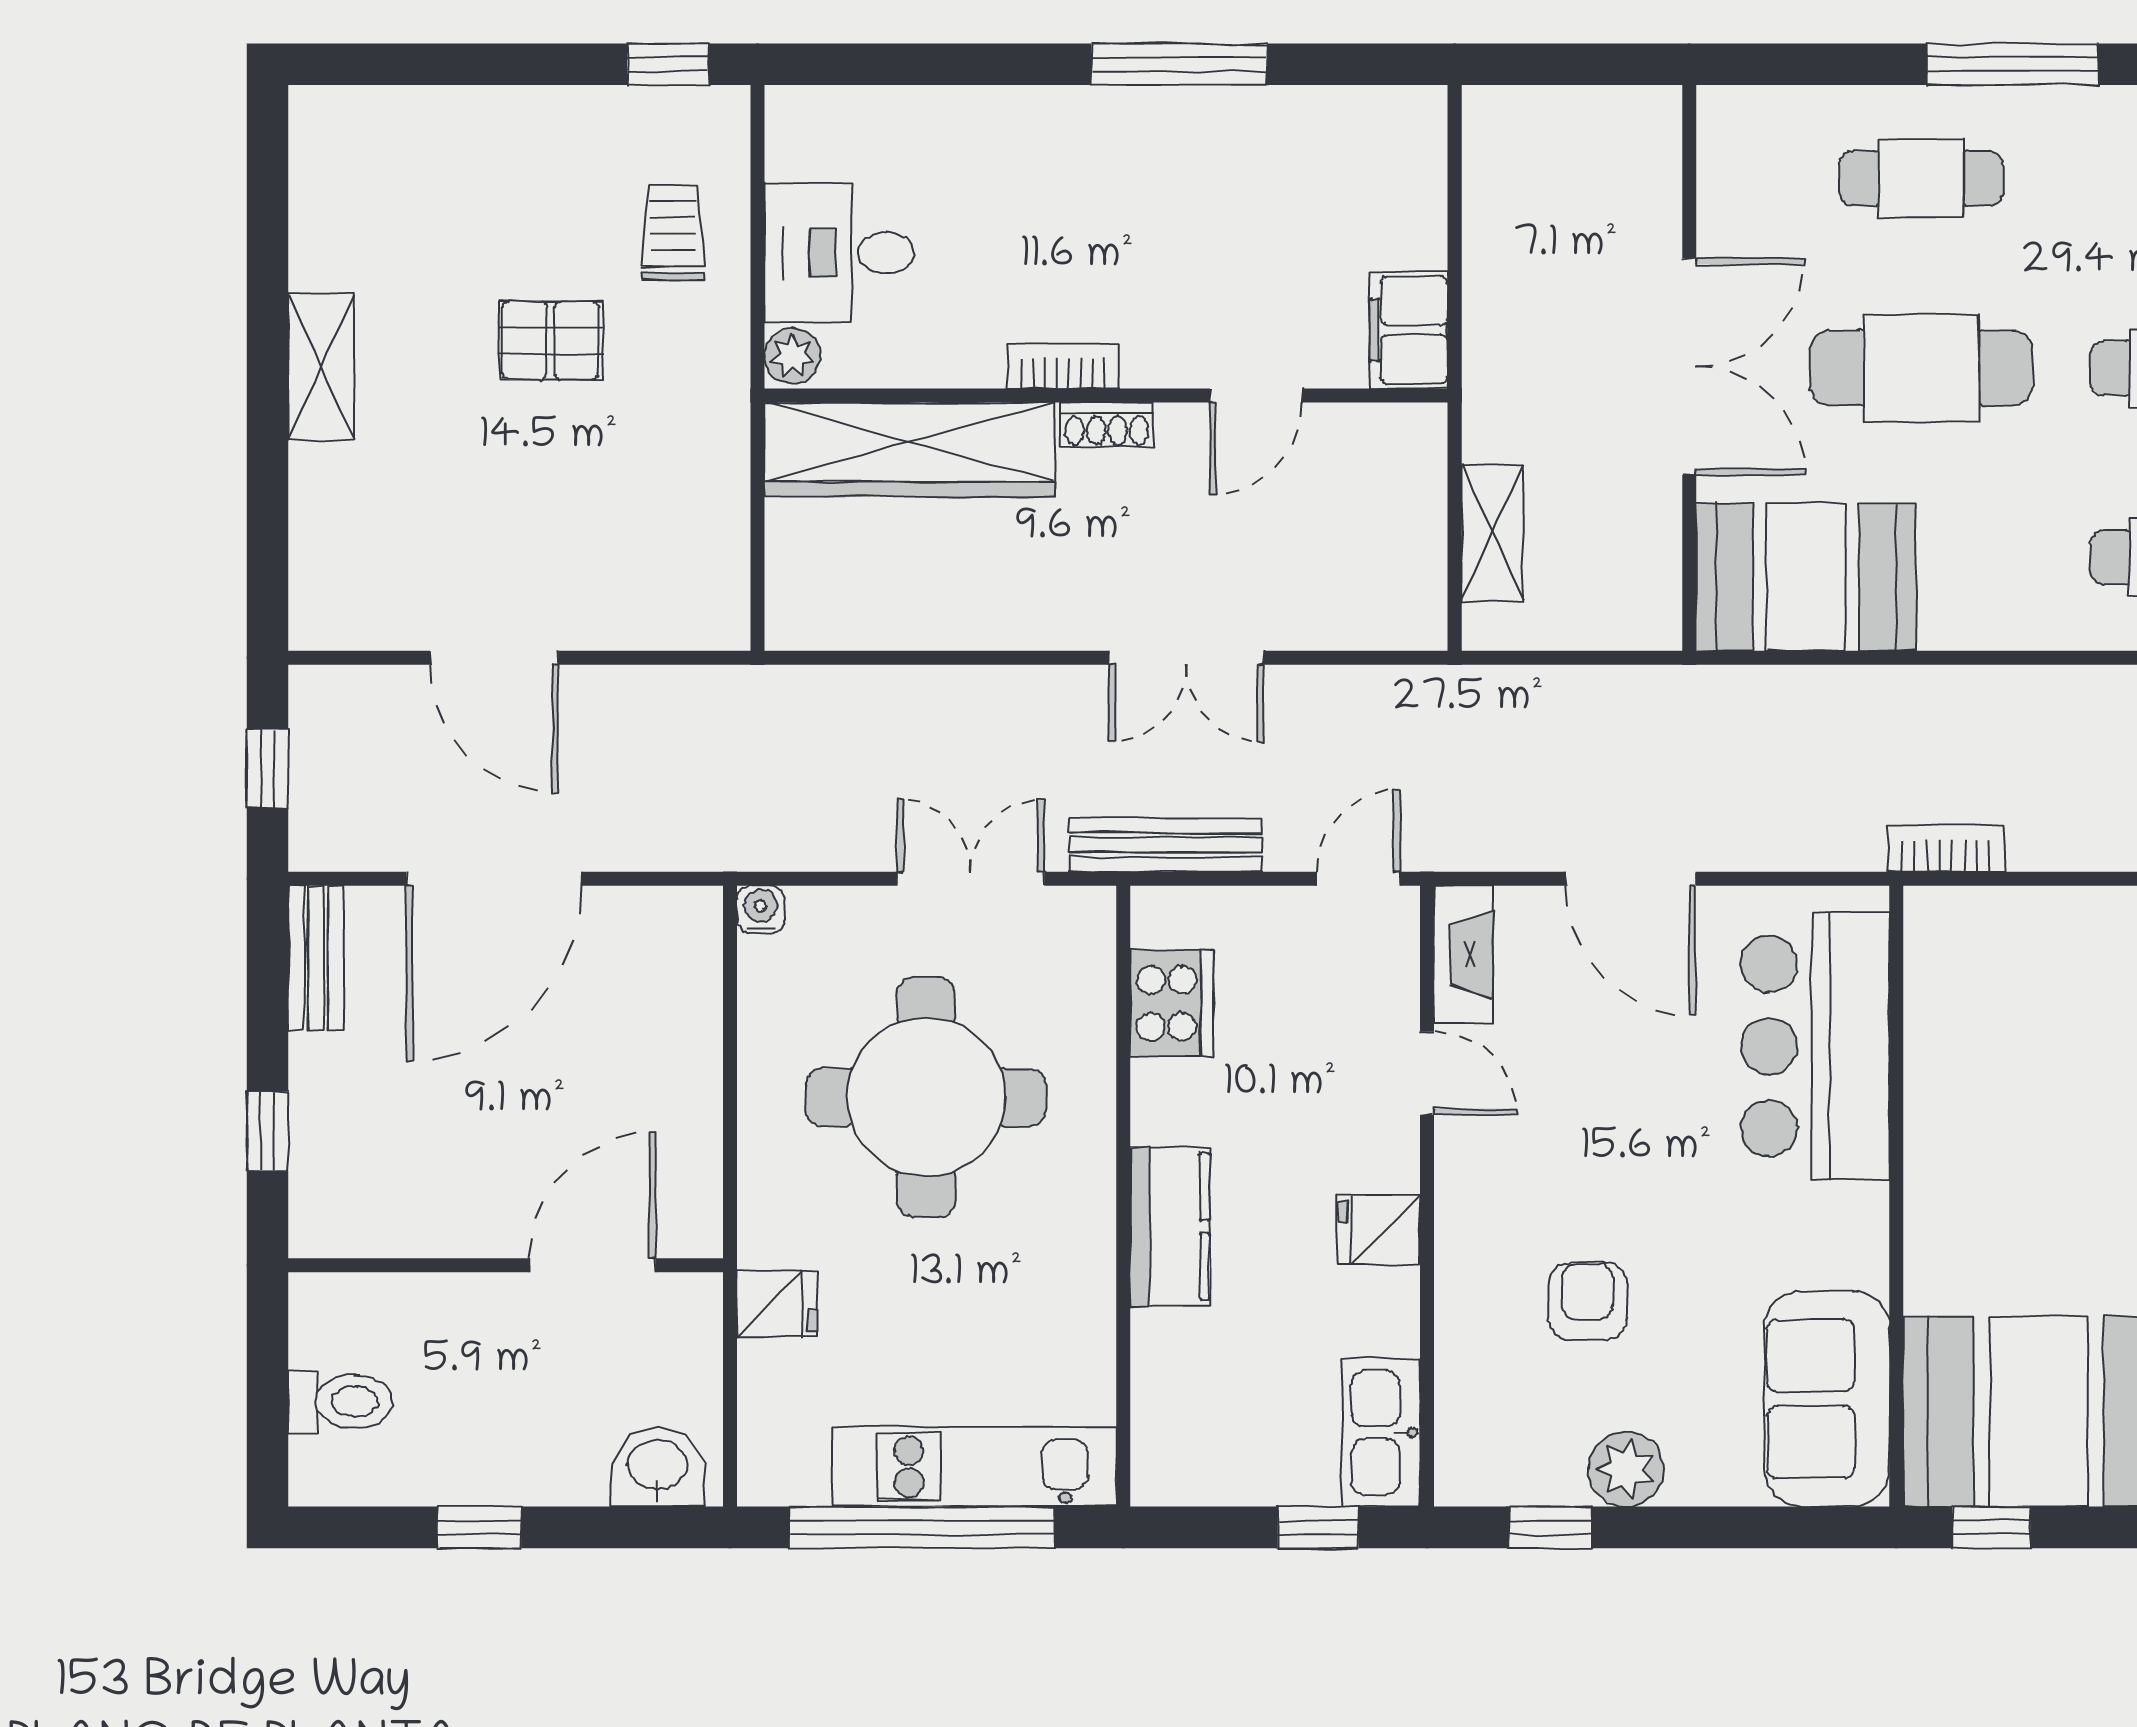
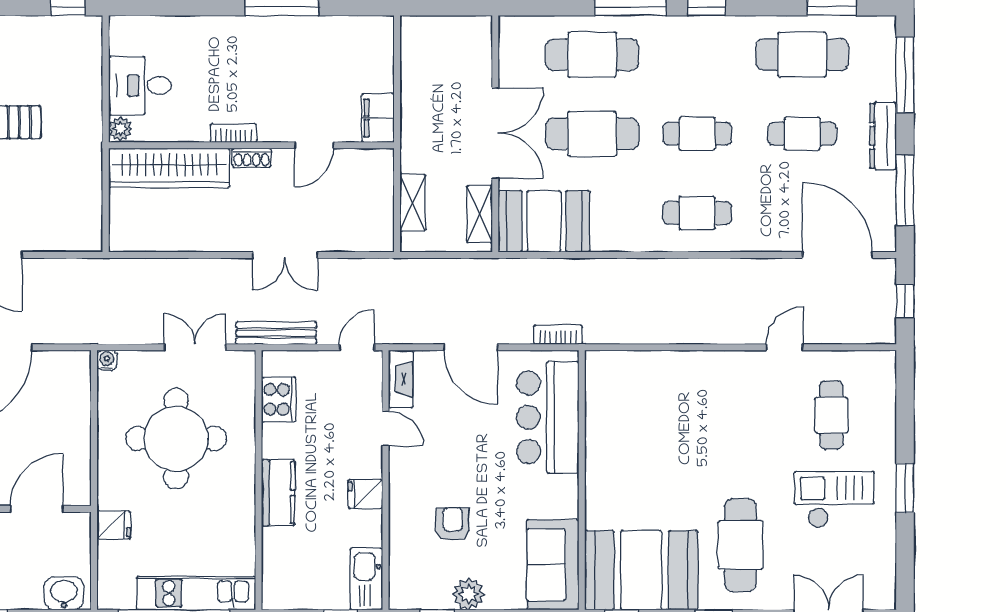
cafe table: (1921, 179) -> (592, 55), width x1.37, depth x1.35
trolley: (673, 233) -> (70, 77), removed
shelving: (1652, 560) -> (479, 214), added
bookcase: (1946, 848) -> (558, 335), moved

